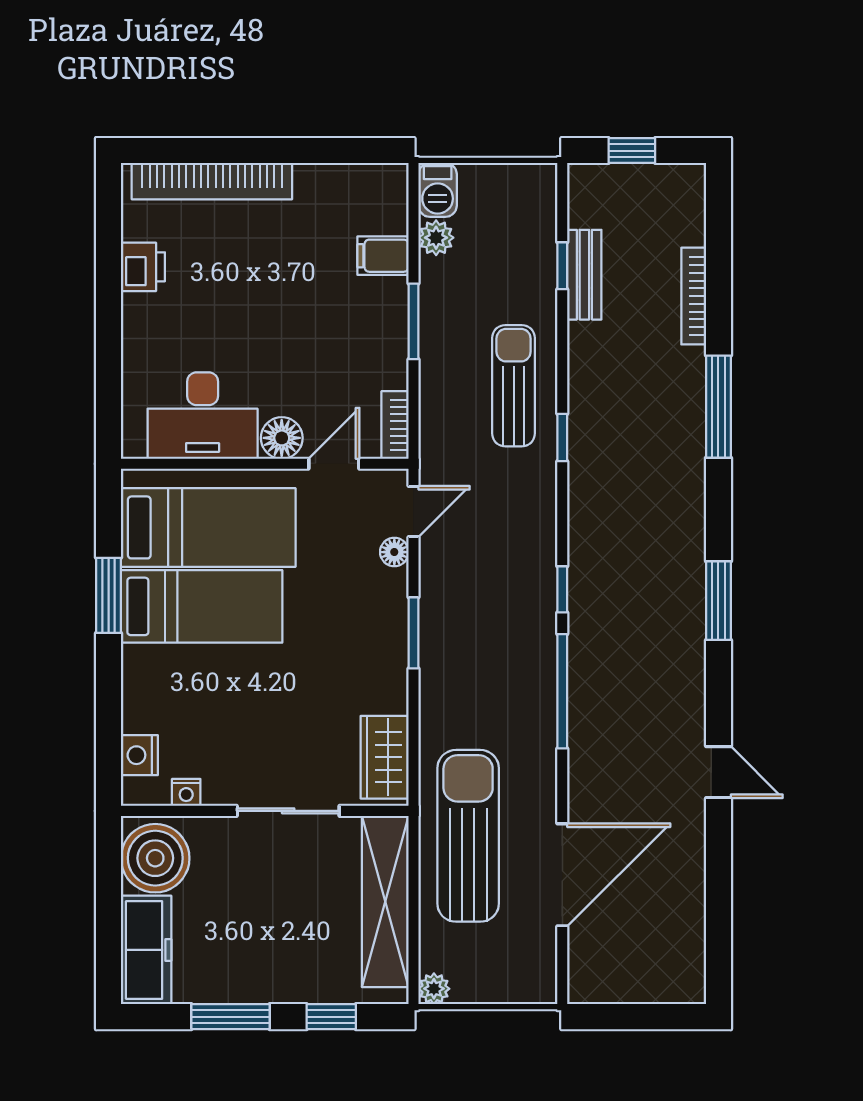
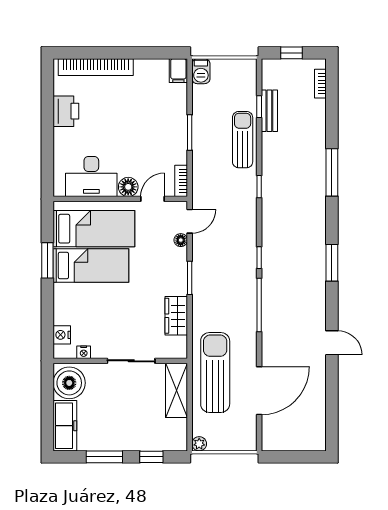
plant: (436, 238) -> (200, 94), removed
filing cabinet: (383, 256) -> (178, 71), moved, turned -90
printer: (143, 267) -> (66, 111), width x1.36, depth x1.24
bookcase: (694, 296) -> (320, 84), moved, width x0.64
sun lounger: (514, 386) -> (243, 140), moved
wardrobe: (385, 757) -> (176, 316), moved
shelving: (385, 901) -> (176, 390), width x0.68

